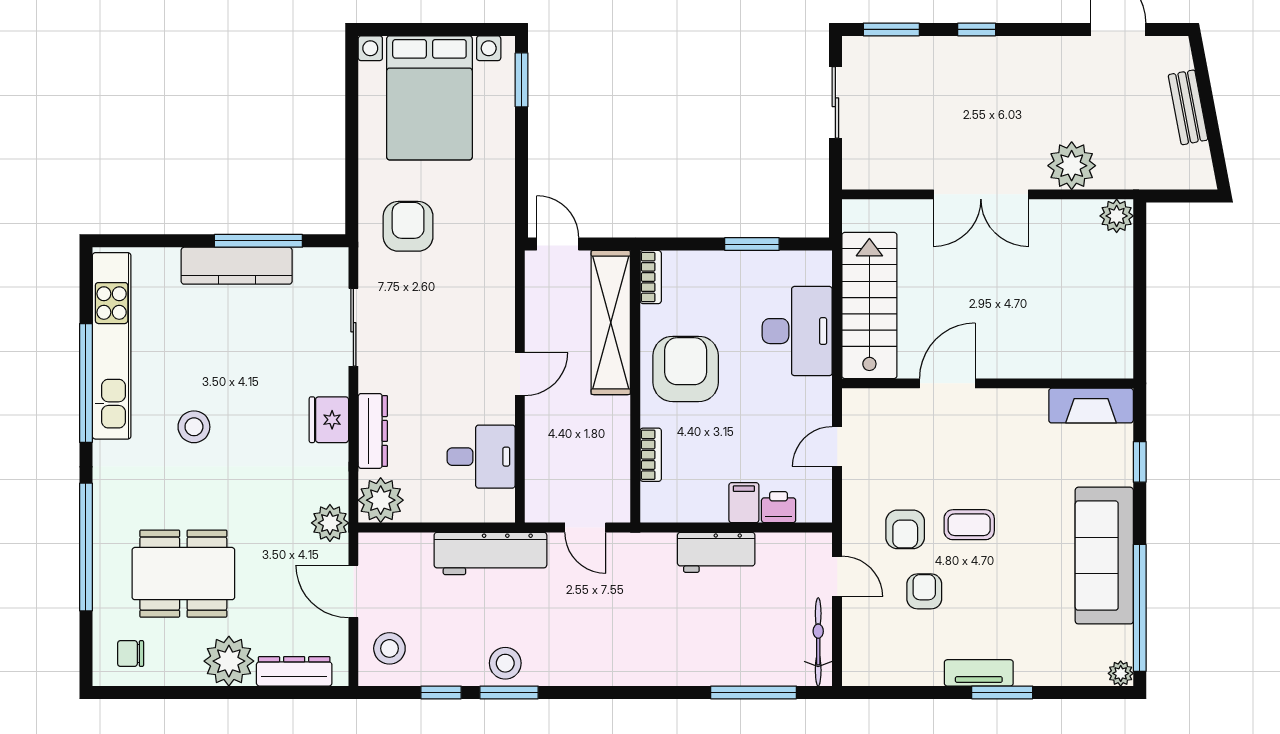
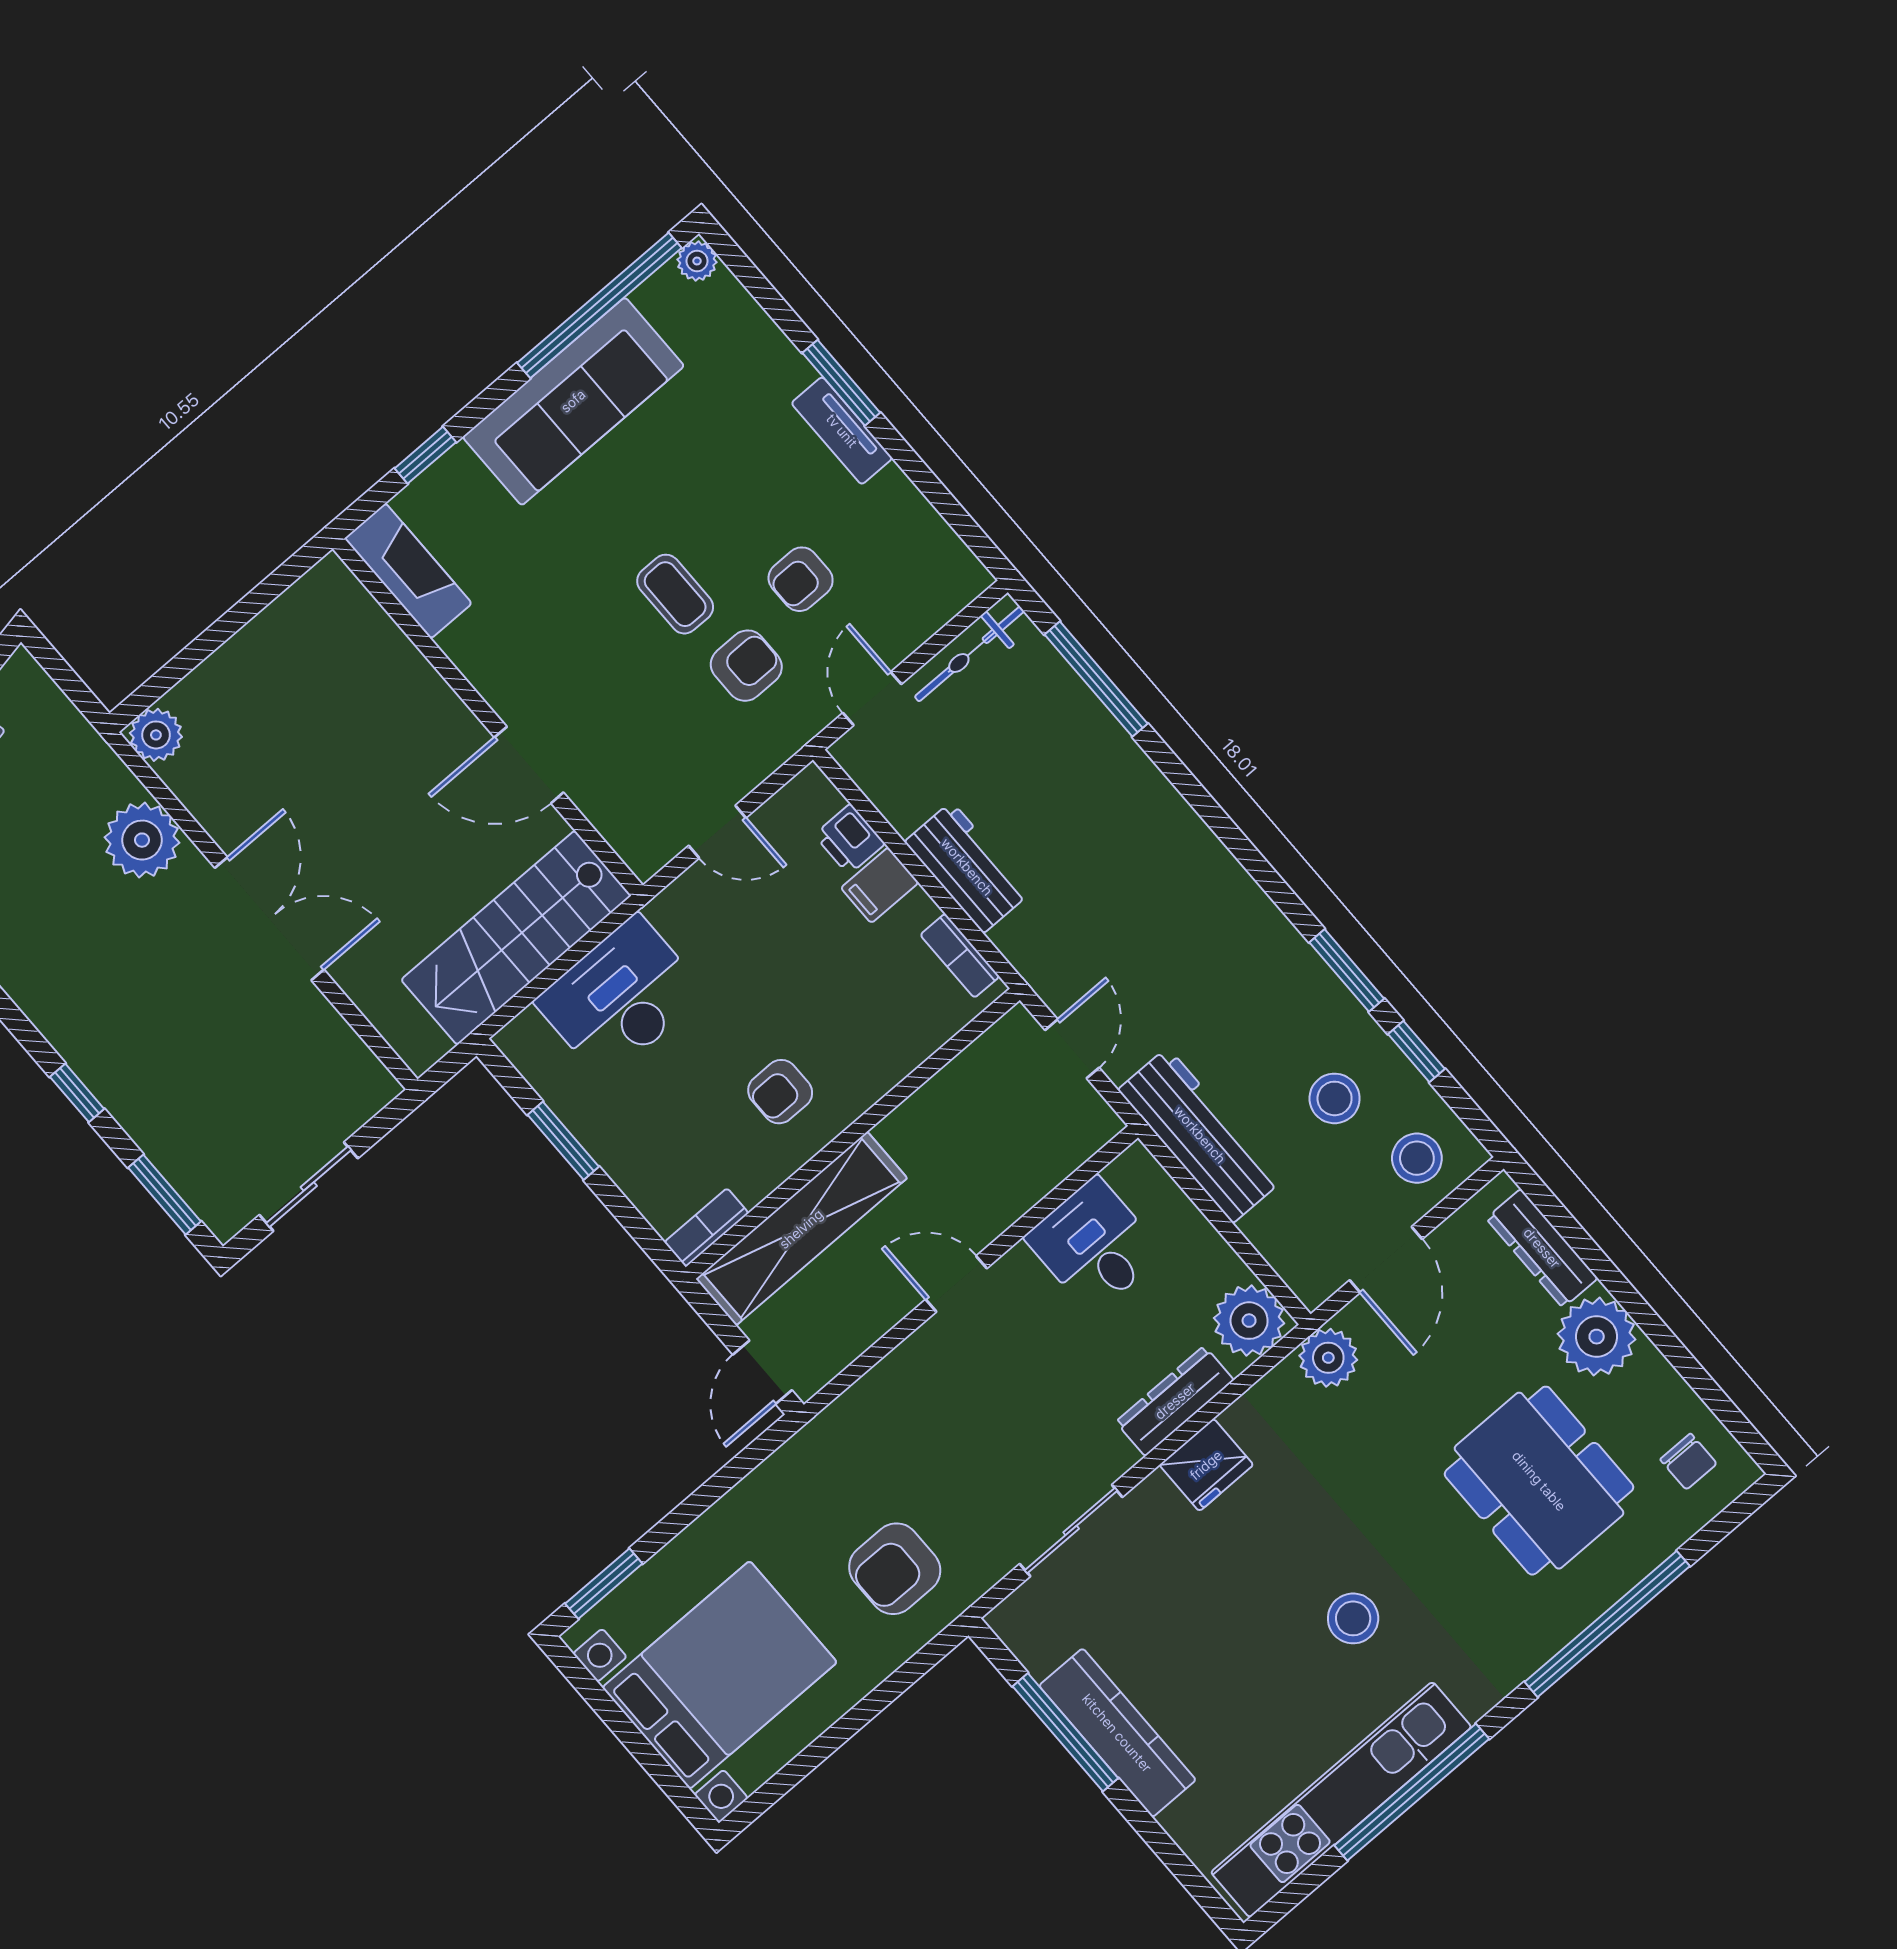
armchair: (686, 369) -> (780, 1092), width x0.53, depth x0.53
bookcase: (651, 455) -> (960, 956), moved, turned -90
stool: (505, 663) -> (1335, 1098), moved

